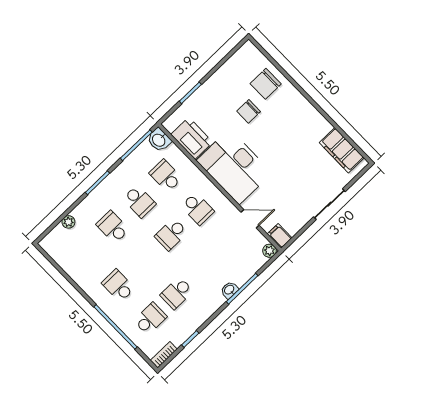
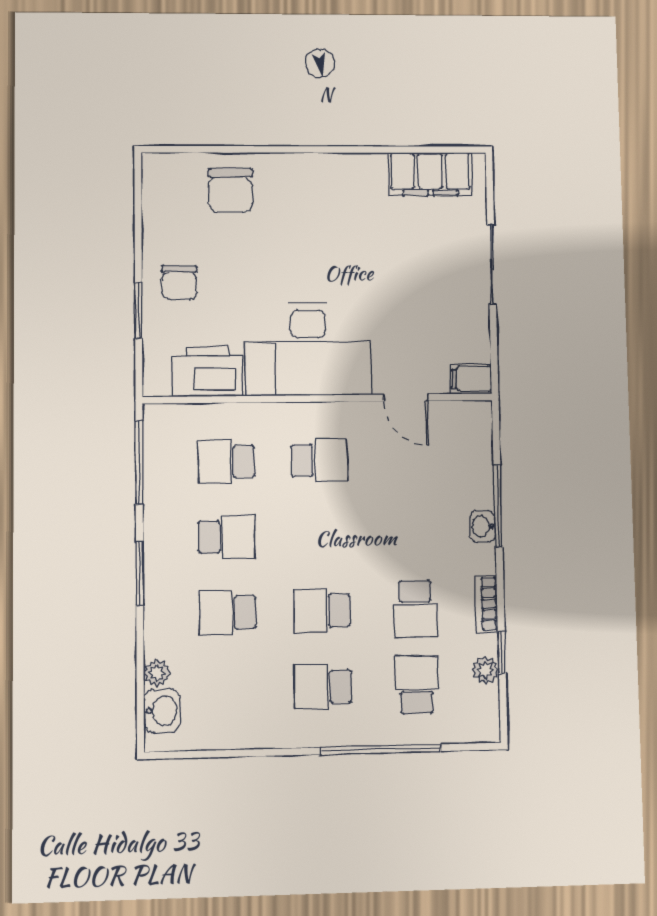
chair: (249, 111) -> (179, 282), moved
washbasin: (159, 140) -> (162, 711), moved, turned -90
door: (250, 219) -> (406, 398), swing flipped
school desk: (171, 234) -> (322, 611), moved, turned 90
plant: (269, 251) -> (485, 670), moved
bookcase: (164, 355) -> (486, 604), moved

